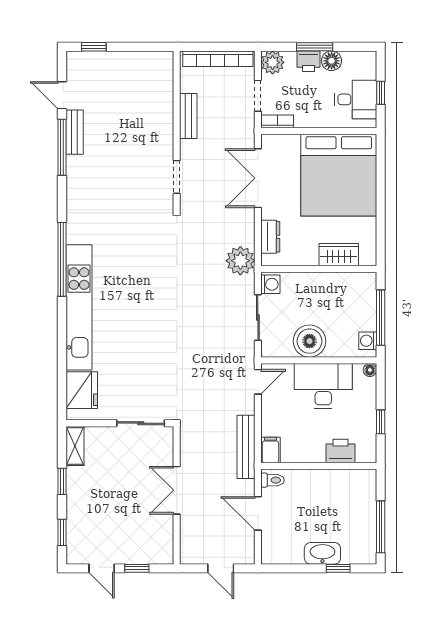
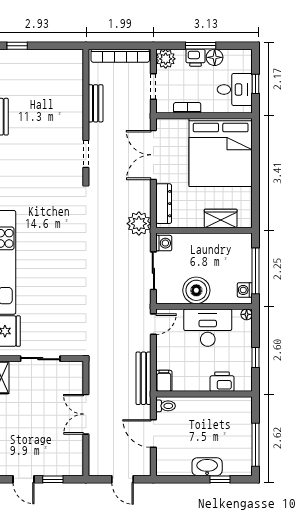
bookcase: (277, 121) -> (187, 108), moved
dresser: (270, 237) -> (164, 204), width x1.44
sliding door: (141, 423) -> (40, 359), moved

